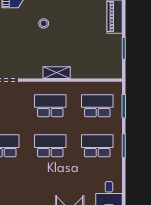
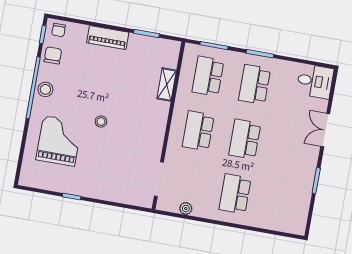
shelving: (57, 73) -> (167, 84), moved

